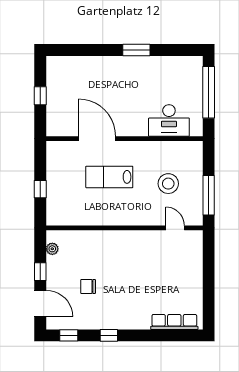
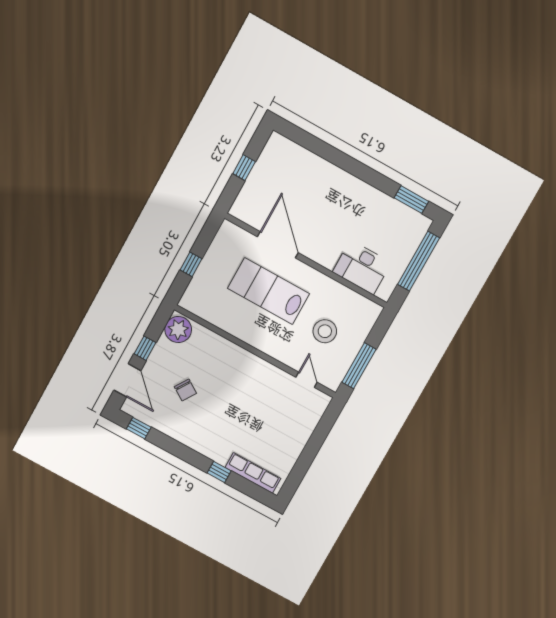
window: (136, 50) -> (411, 200), moved
lab bench: (109, 177) -> (269, 291), width x1.36, depth x1.39
plant: (52, 249) -> (178, 330), width x1.87, depth x1.87
chair: (88, 287) -> (185, 390), turned -147
window: (109, 335) -> (219, 472), moved

